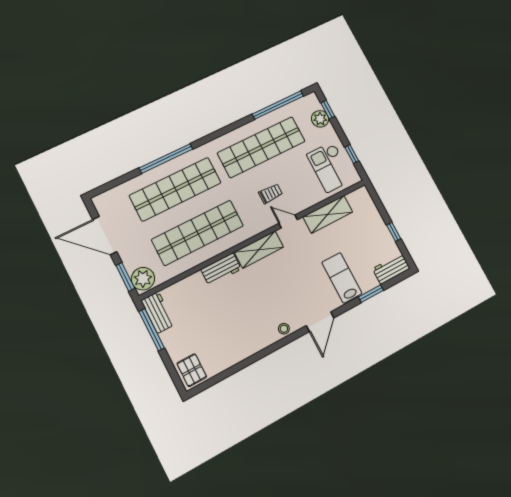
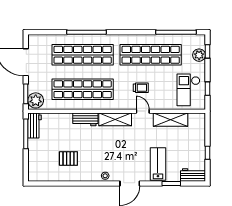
pallet: (192, 370) -> (68, 159), moved, turned 90

